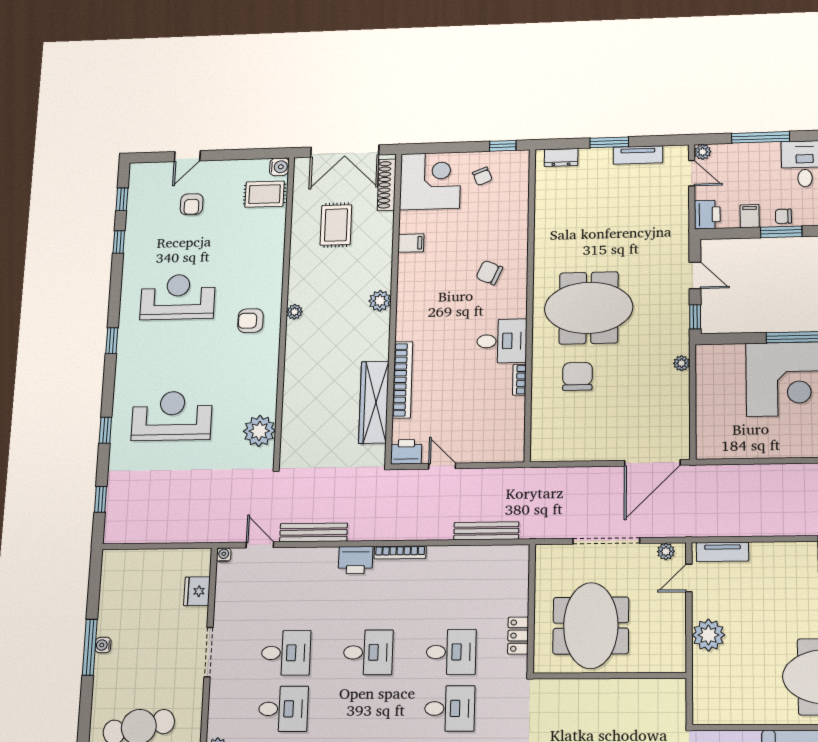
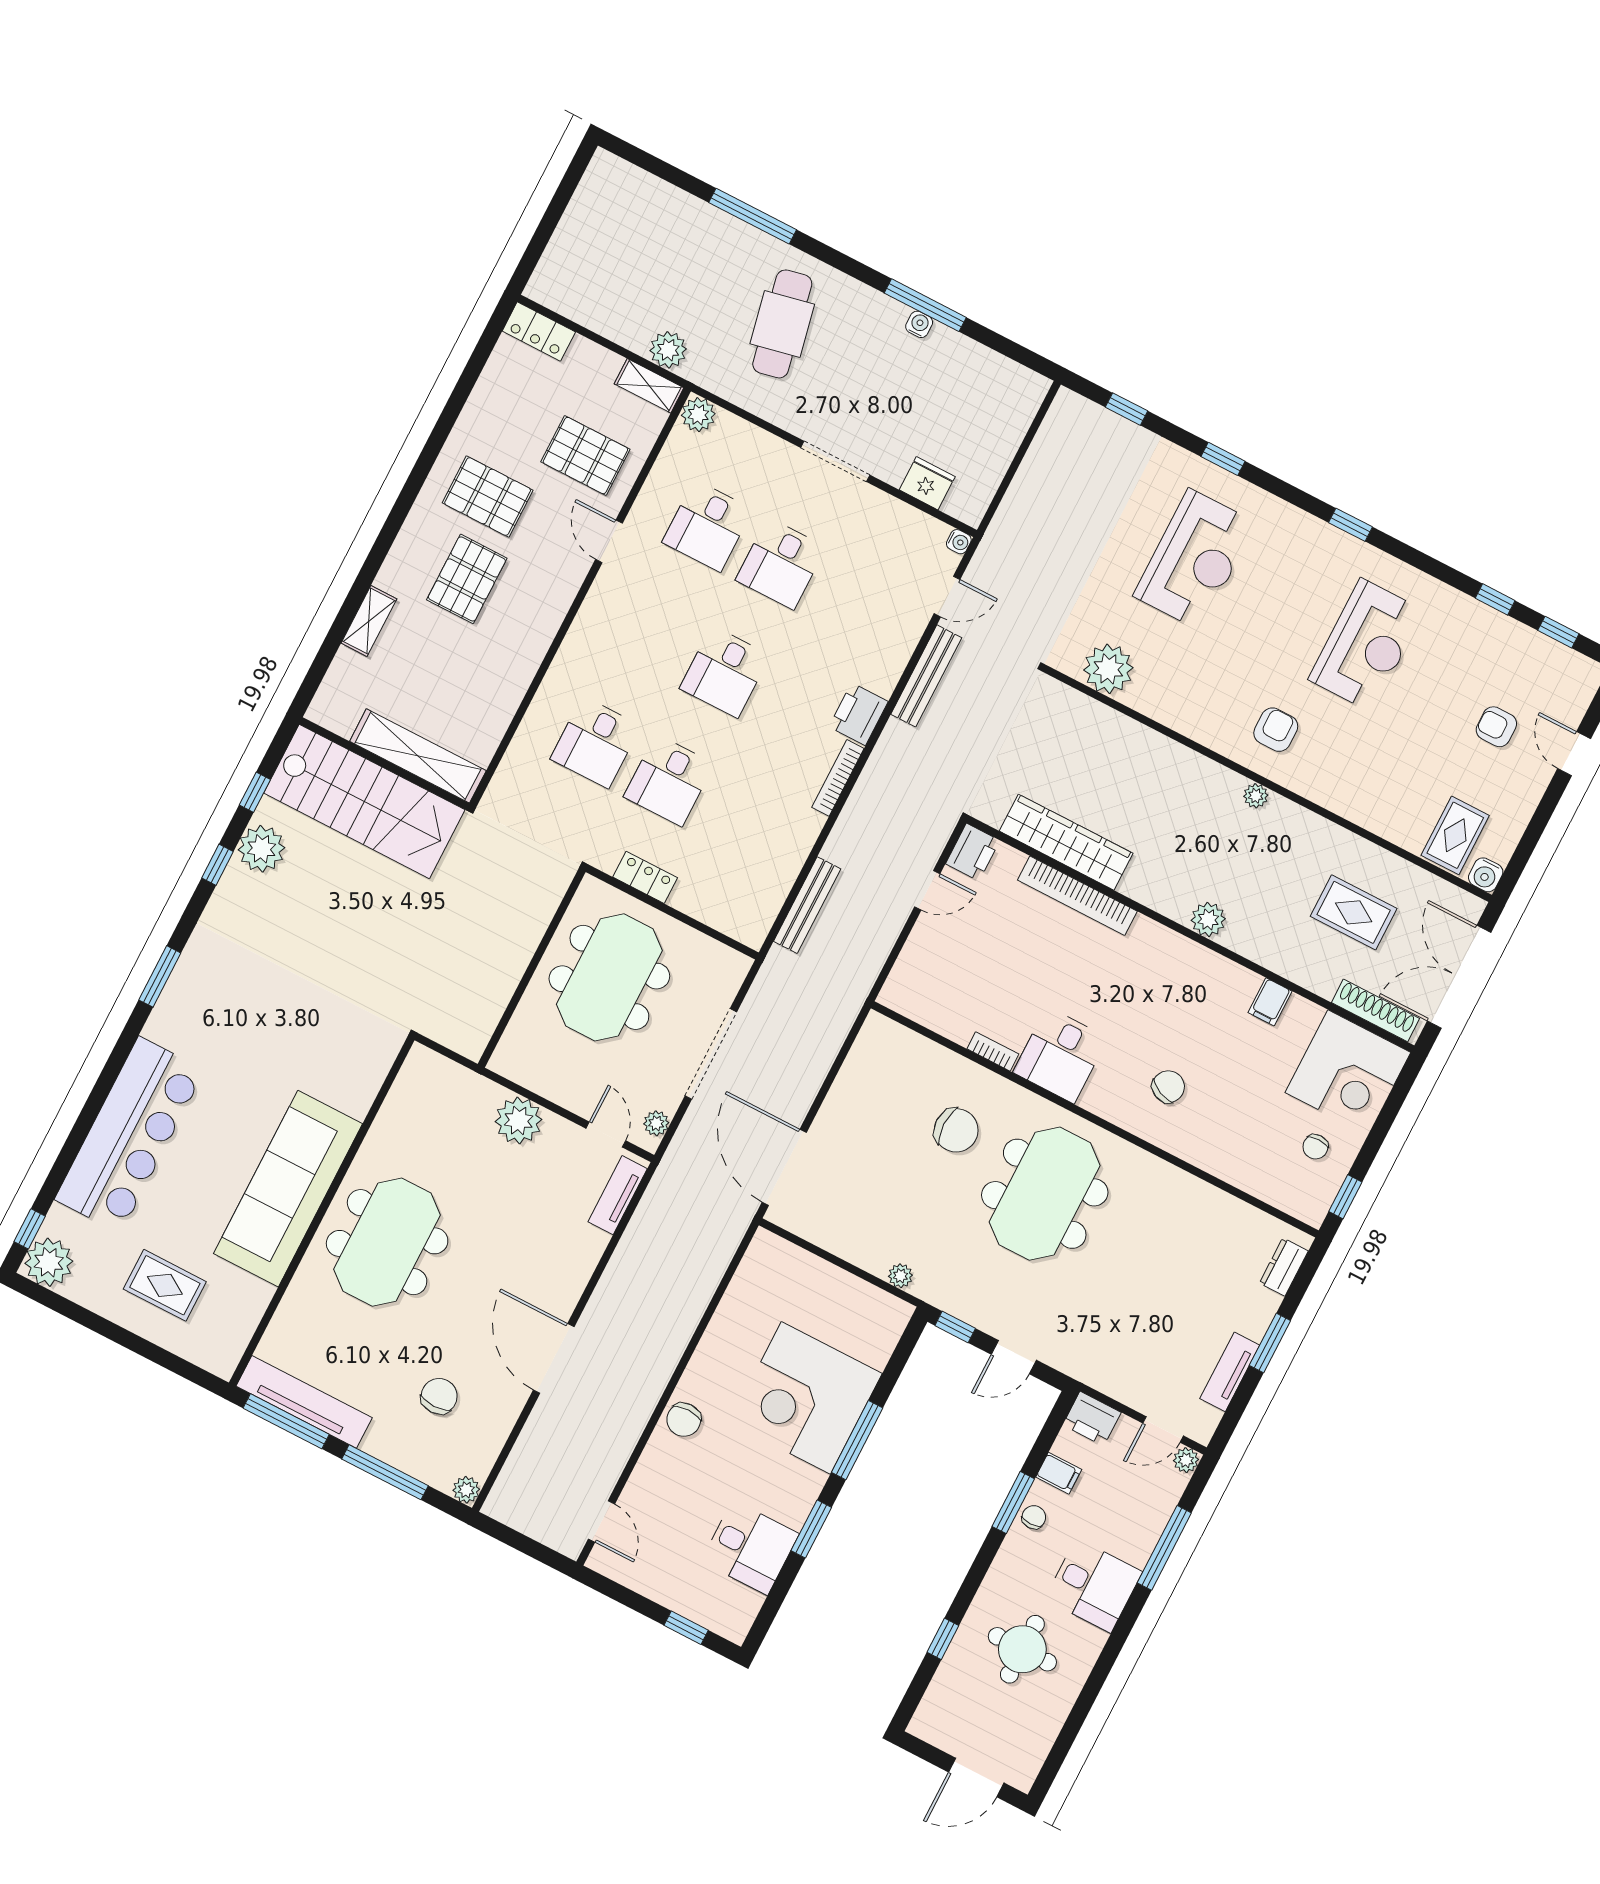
chair: (482, 176) -> (1315, 1147), turned -68
meeting table: (591, 626) -> (609, 977), turned 90

